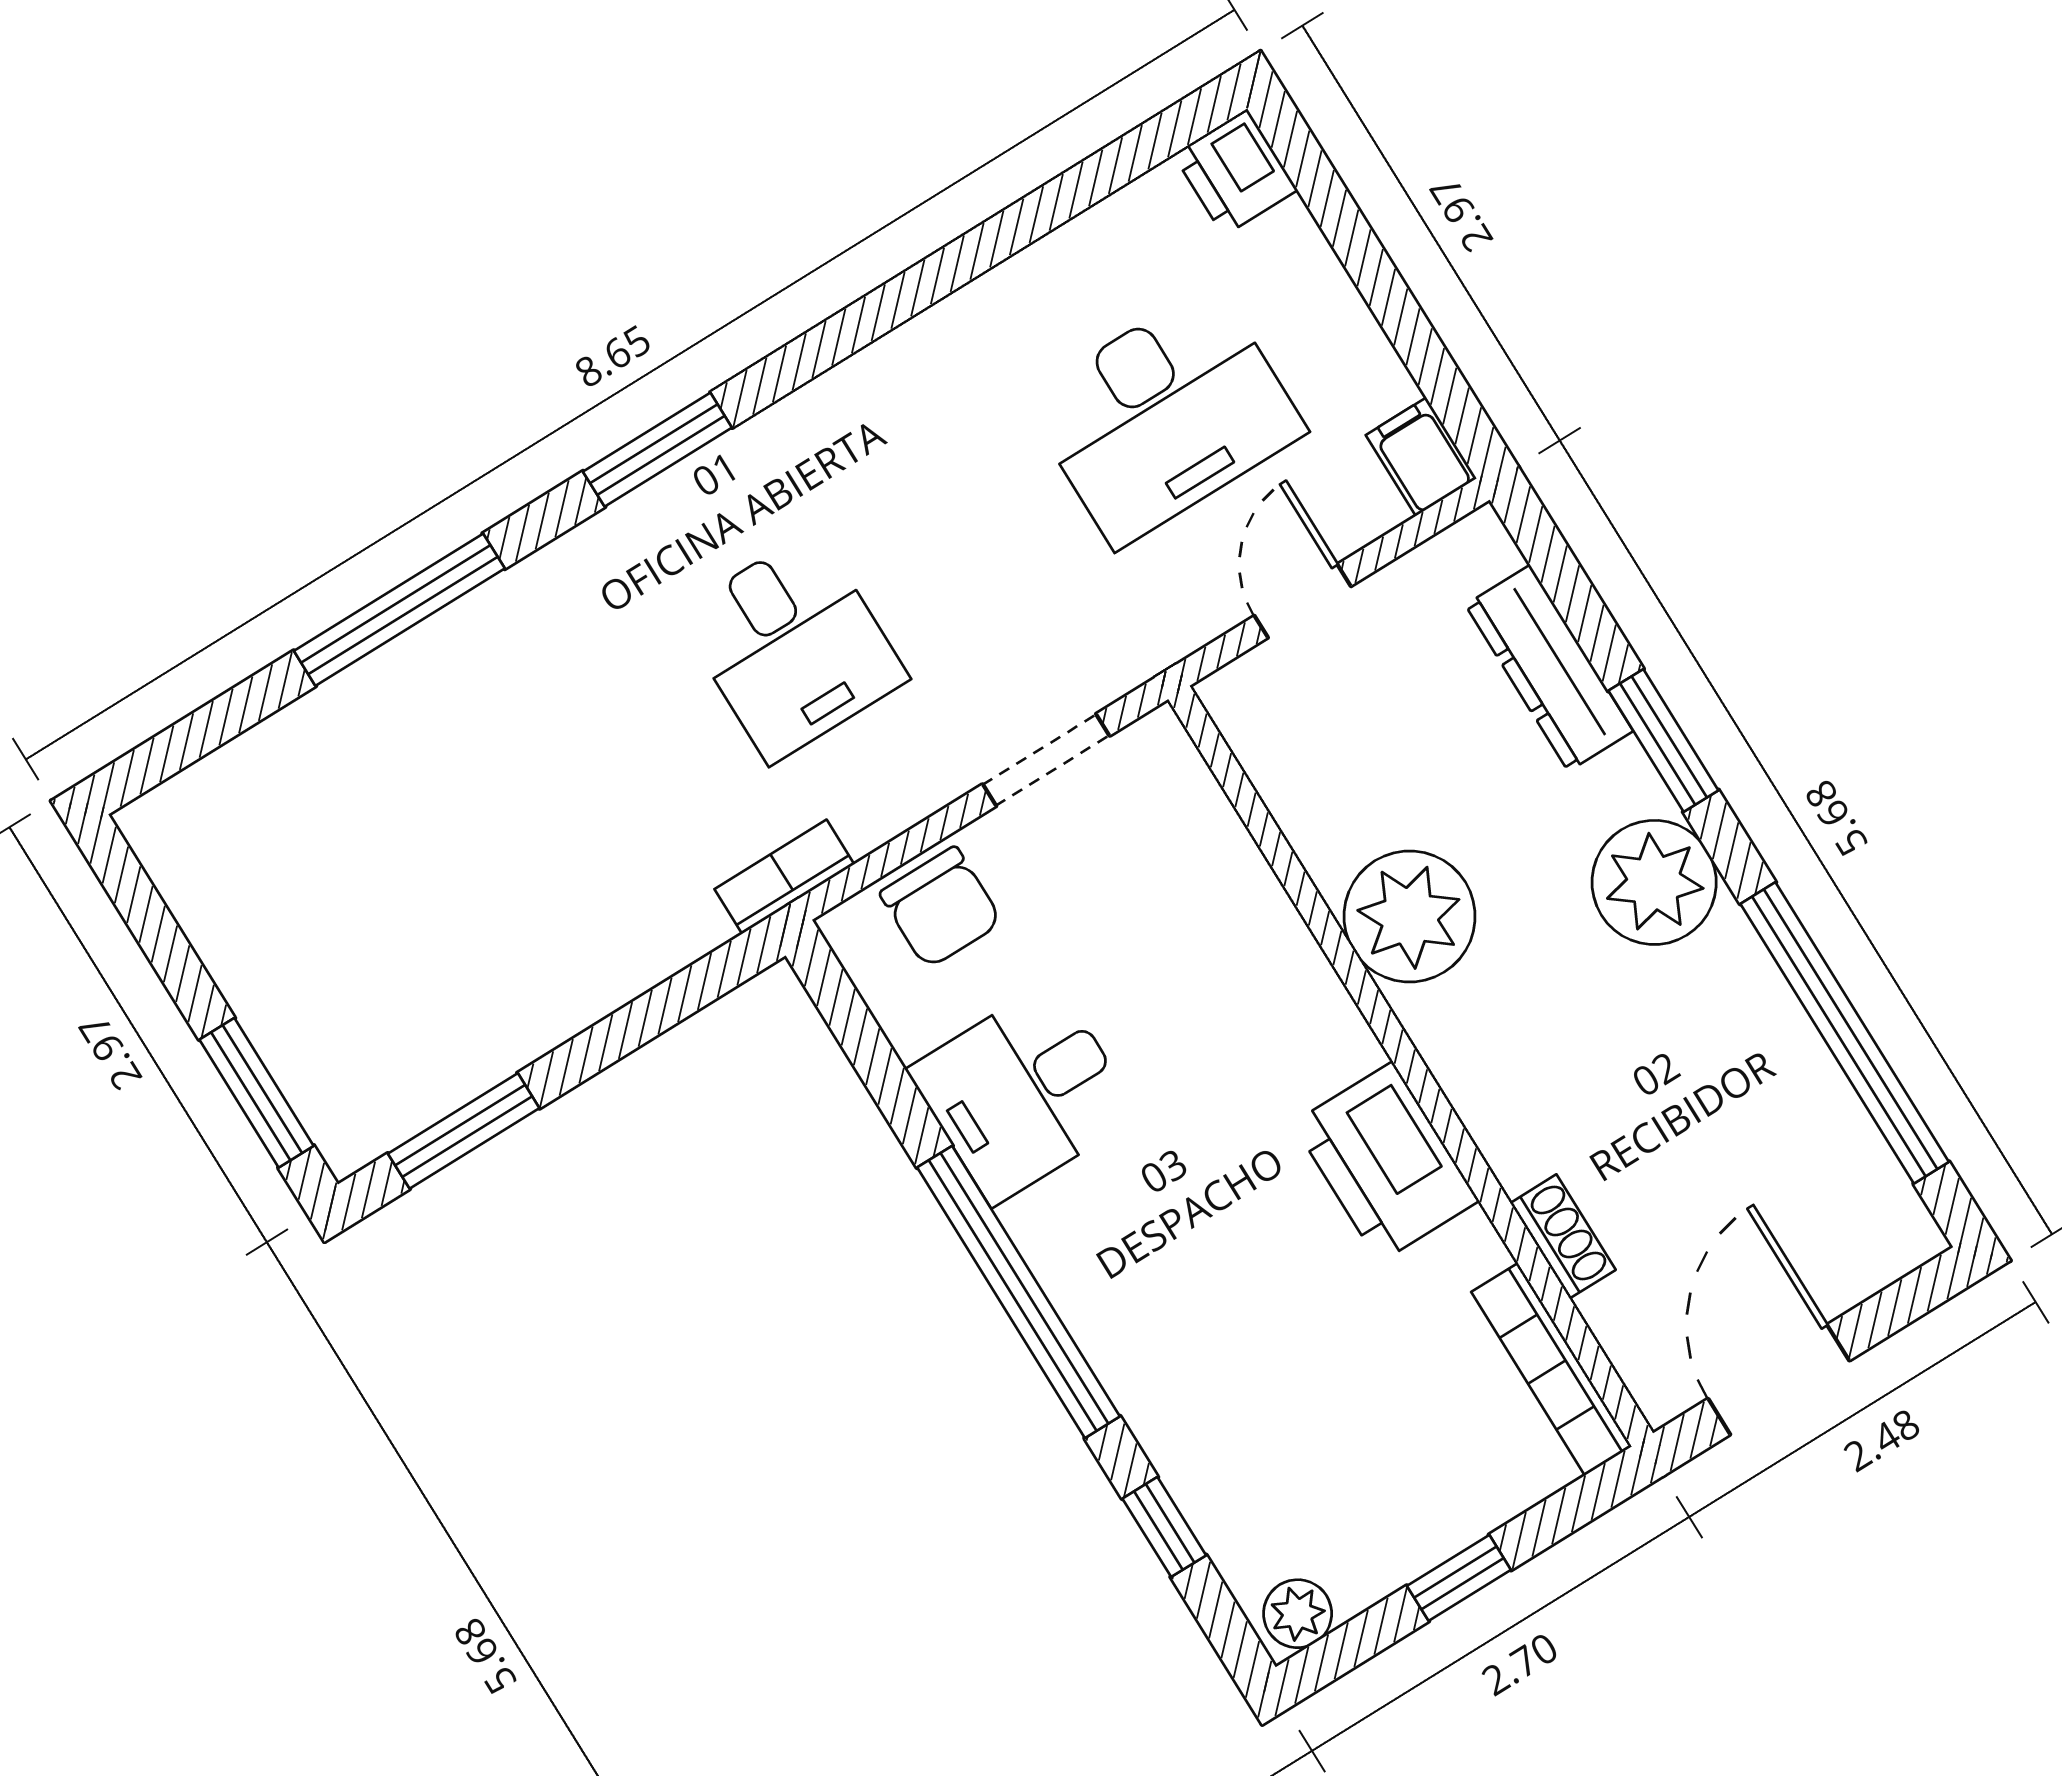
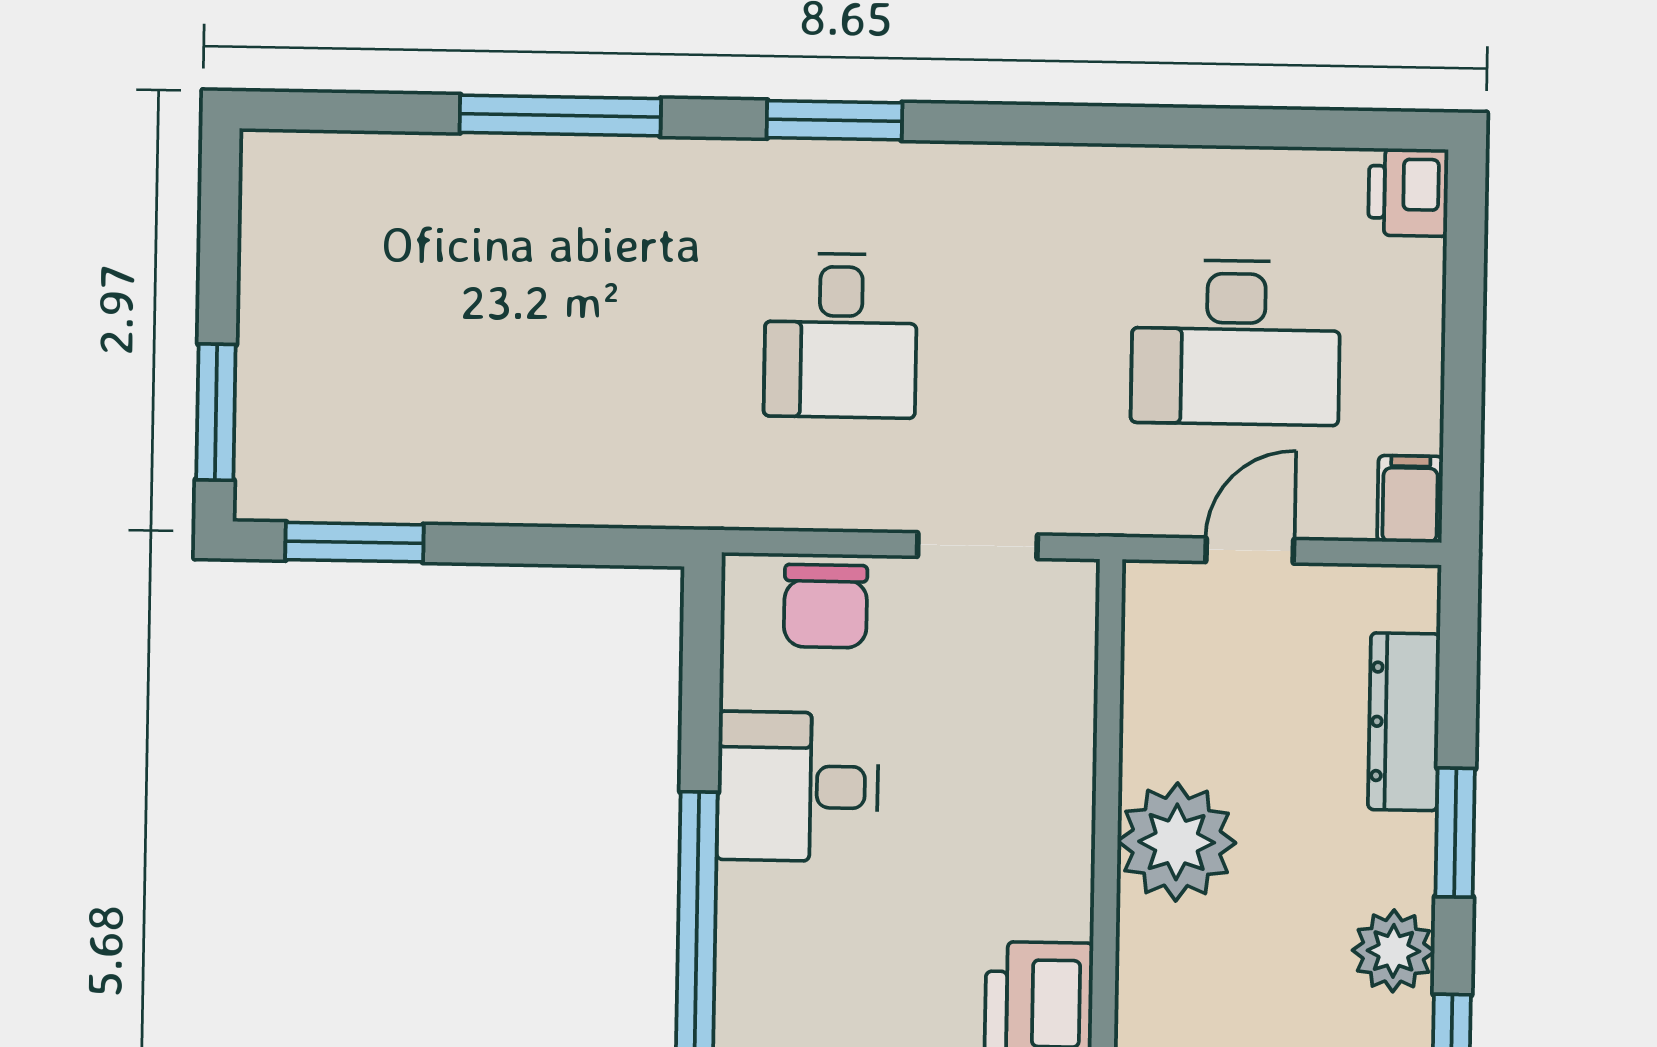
bookcase: (784, 877) -> (722, 506), removed
plant: (1654, 882) -> (1393, 951), width x0.73, depth x0.73

